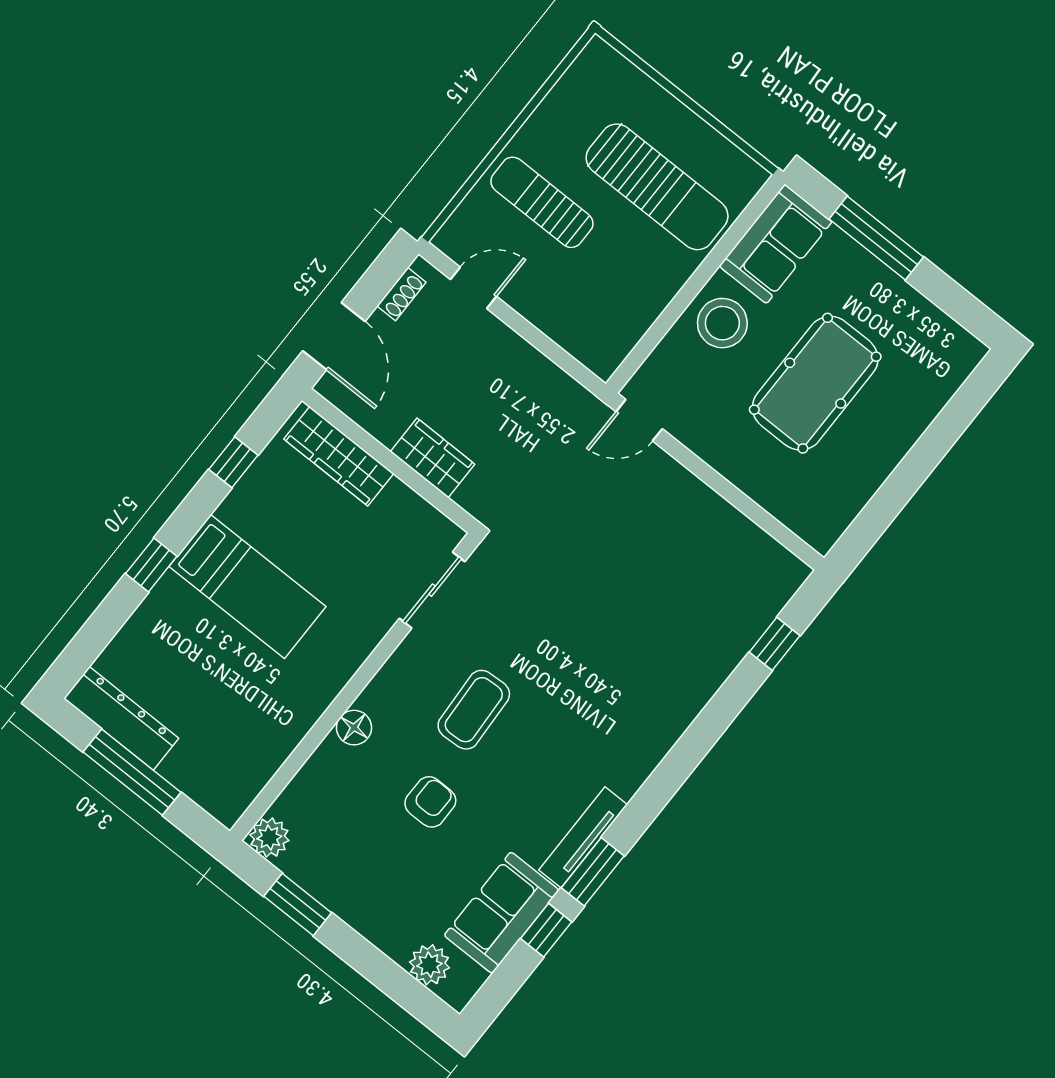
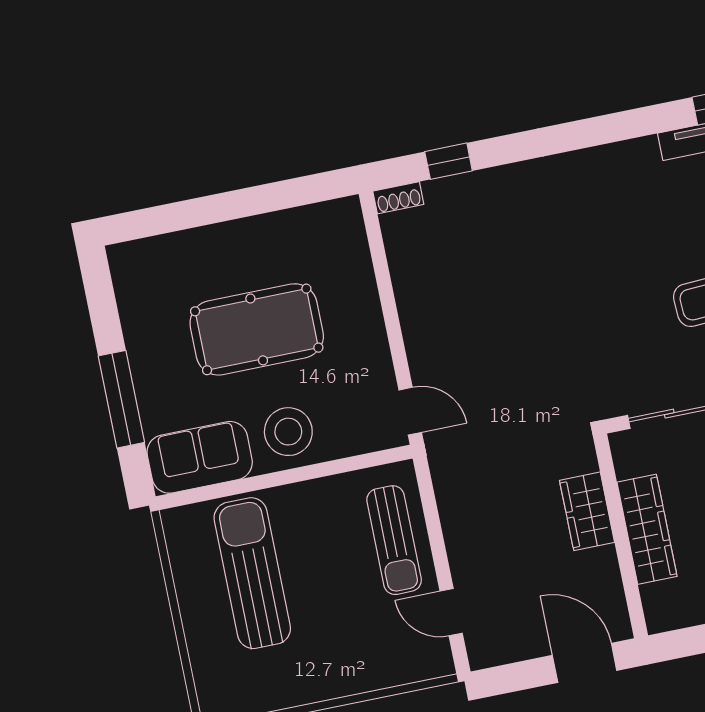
sun lounger: (542, 202) -> (394, 540), moved
shoe rack: (402, 294) -> (398, 198), moved, turned 180
door: (334, 336) -> (585, 663), hinge flipped
wardrobe: (339, 456) -> (647, 529), moved

